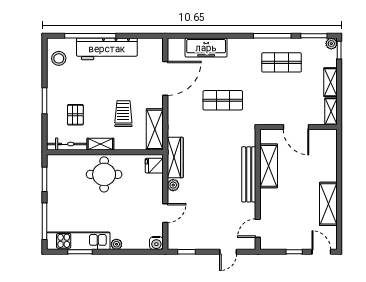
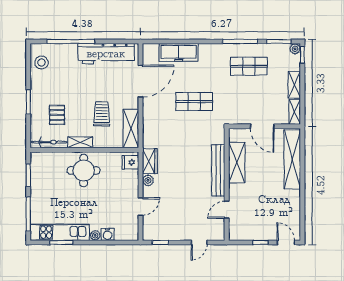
workbench: (107, 49) -> (106, 54), moved
wardrobe: (175, 158) -> (150, 161), width x0.67
shelving: (328, 204) -> (292, 159), moved, width x1.47
door: (258, 228) -> (227, 210), moved
water cooler: (156, 243) -> (108, 234), moved

